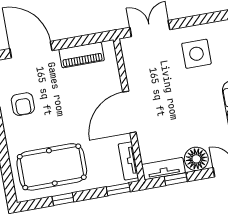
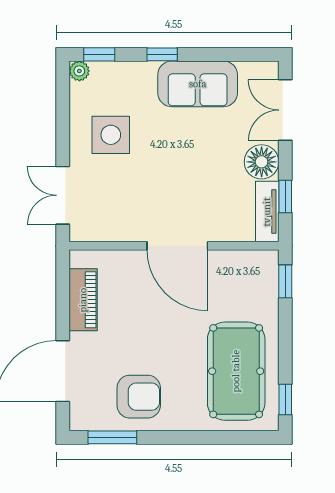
armchair: (23, 104) -> (139, 397), width x1.38, depth x1.38
tv unit: (128, 161) -> (247, 260), removed
window: (63, 199) -> (285, 399), moved

